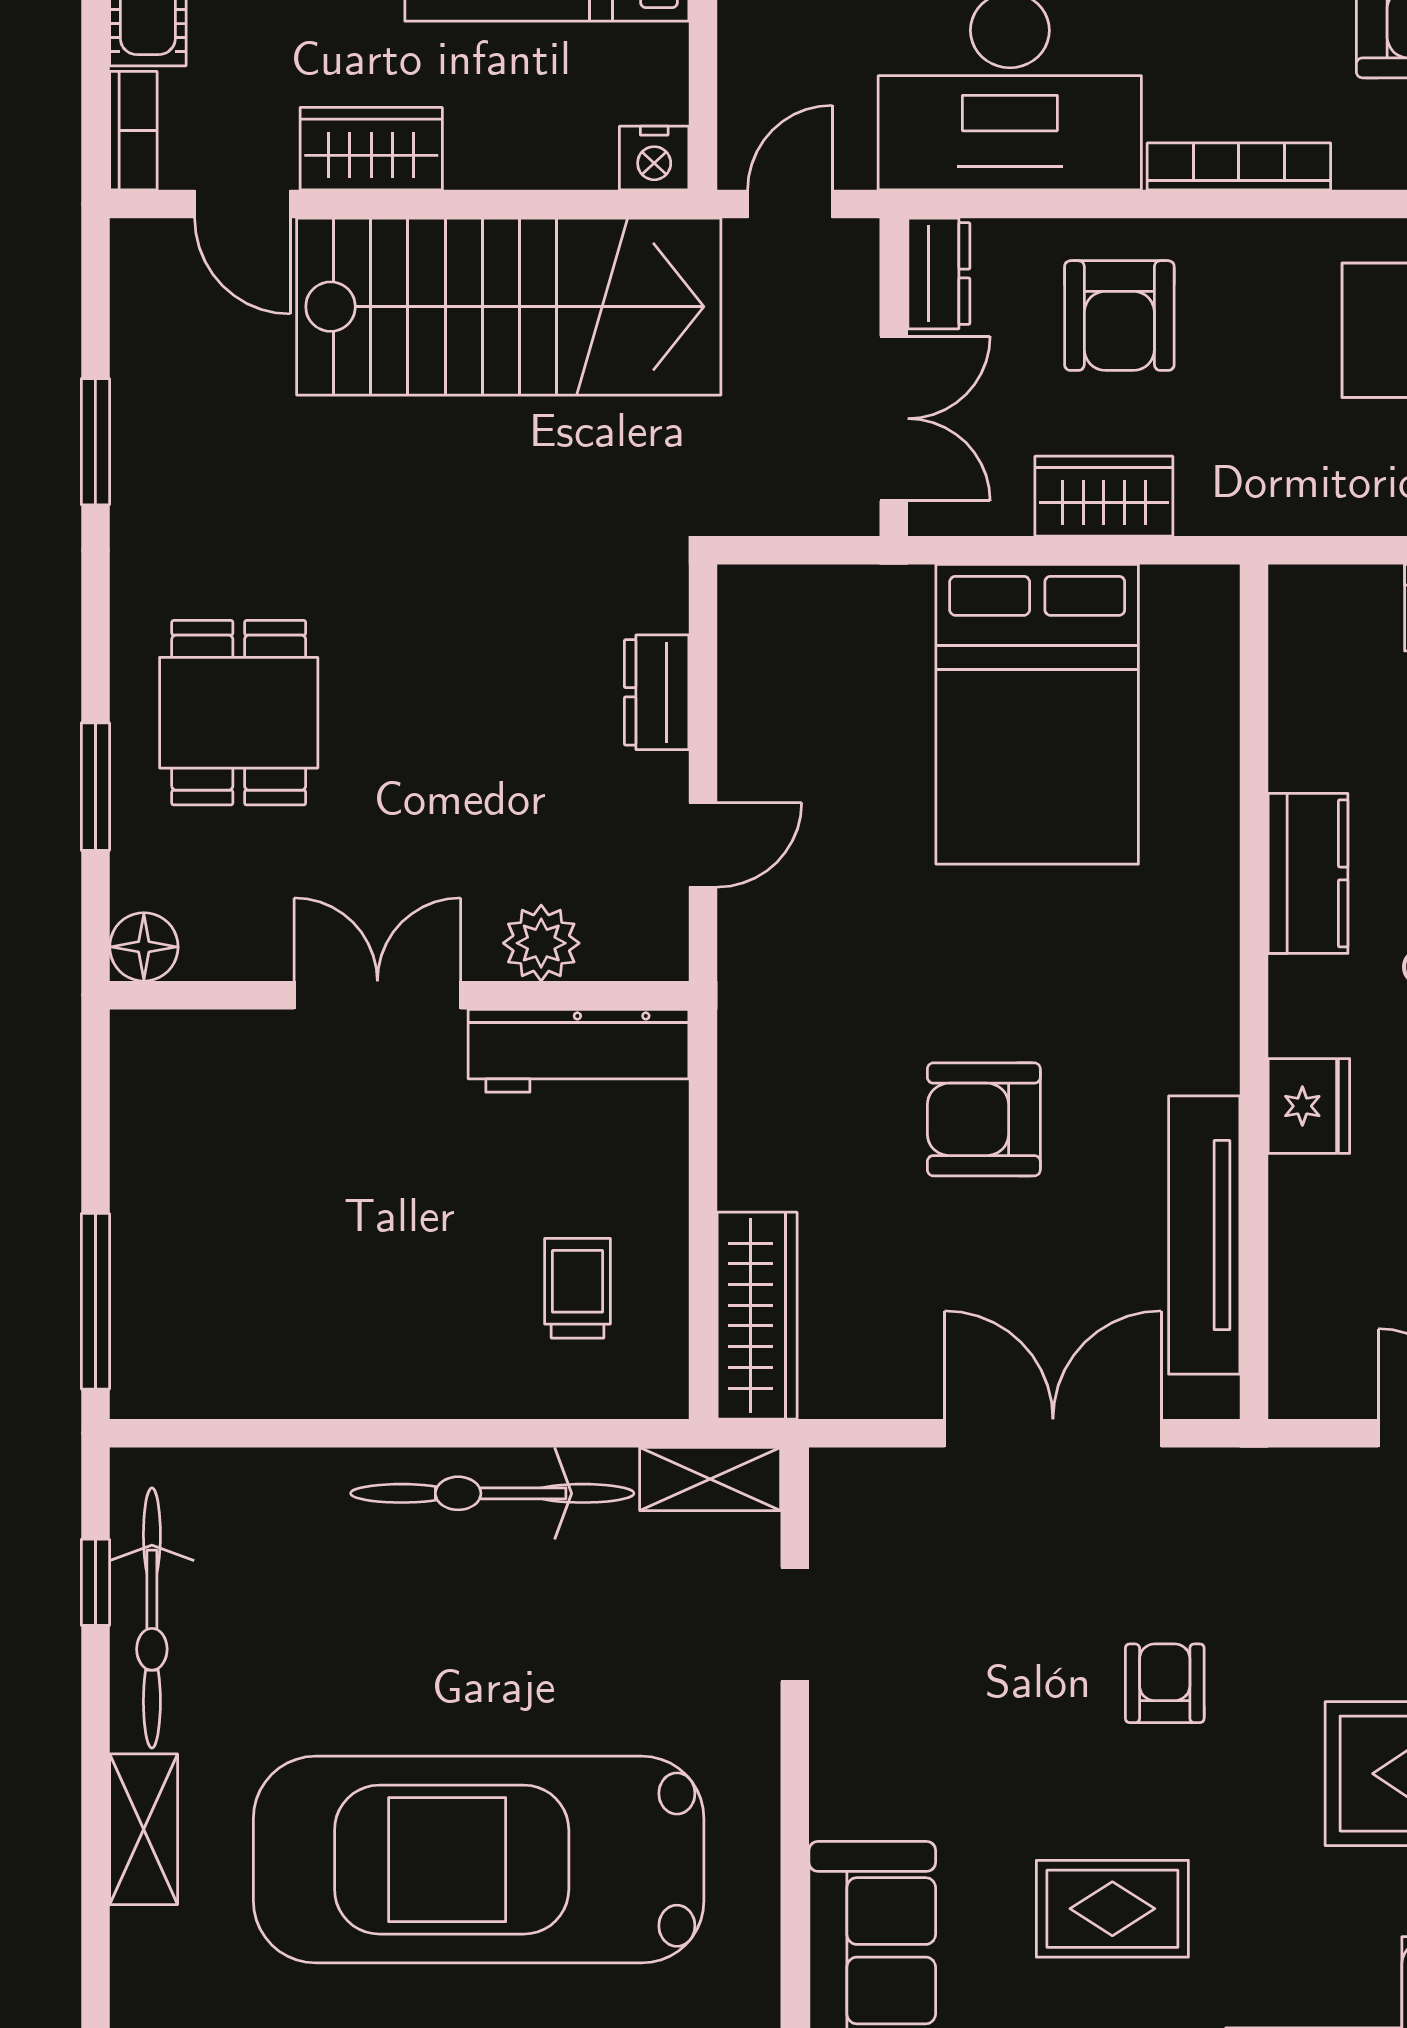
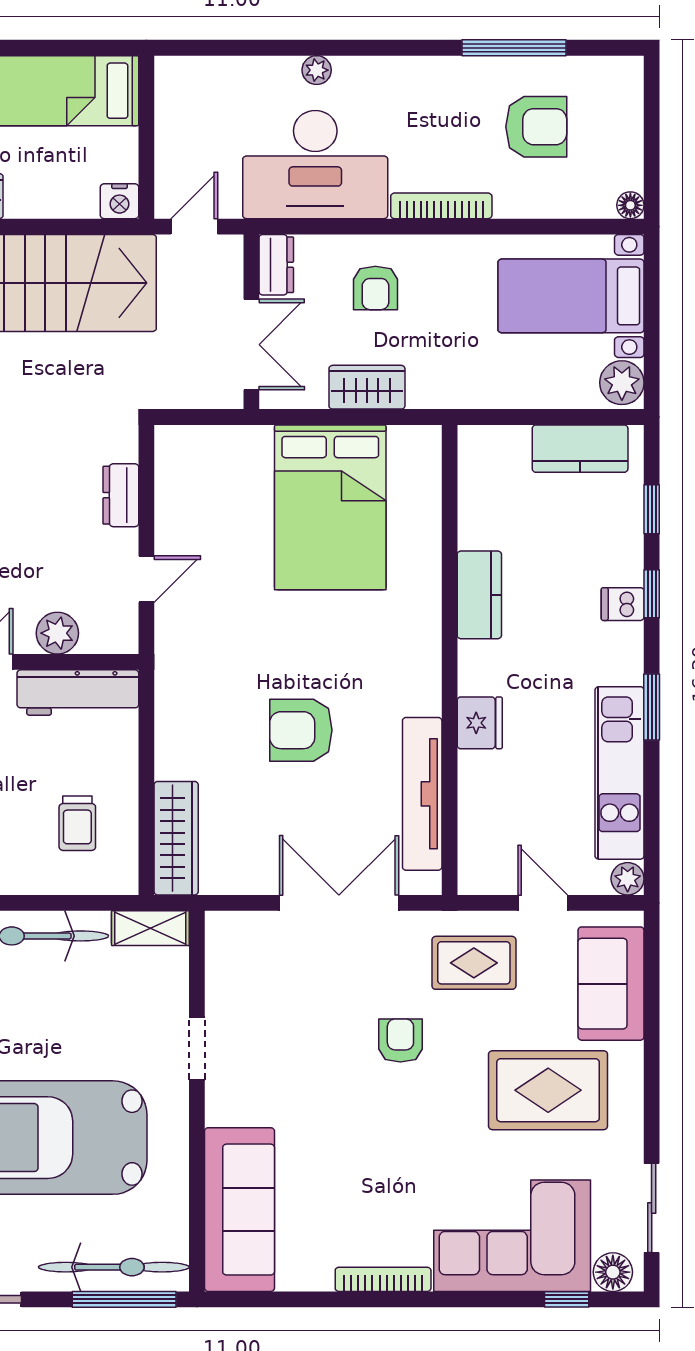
armchair: (1119, 316) -> (375, 288), width x0.72, depth x0.72
trolley: (578, 1288) -> (77, 823), turned 180
doorway: (795, 1624) -> (197, 1048), moved
rug: (1112, 1909) -> (474, 963), moved

